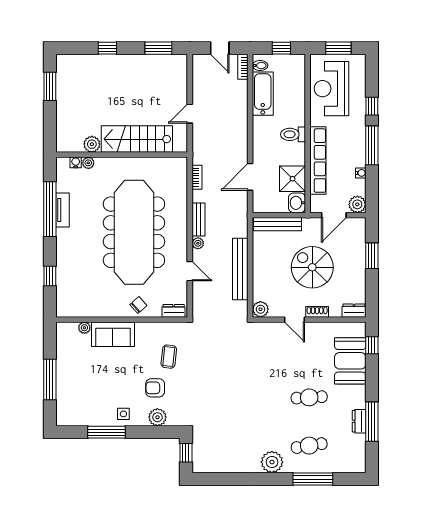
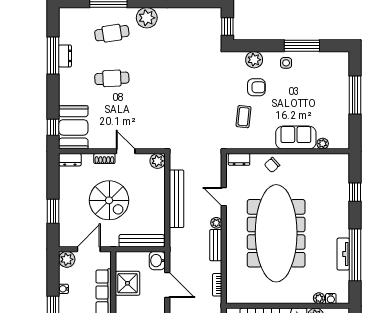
door: (250, 177) -> (167, 285), hinge flipped
washbasin: (297, 203) -> (157, 261), moved, turned 180
booth: (350, 361) -> (73, 127), moved

